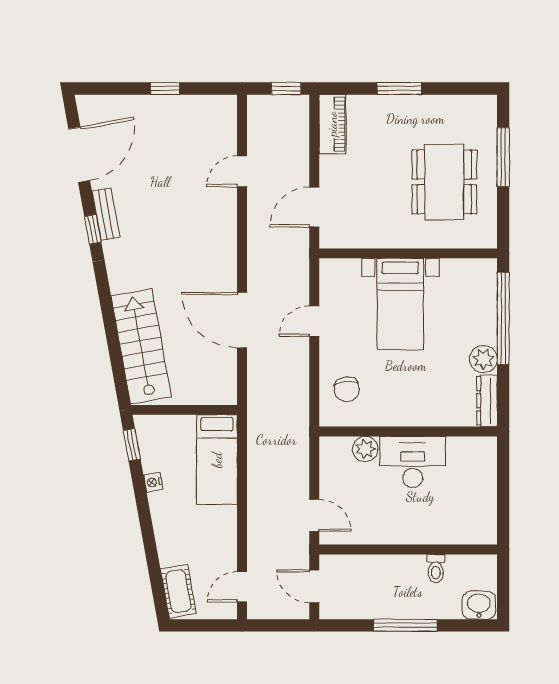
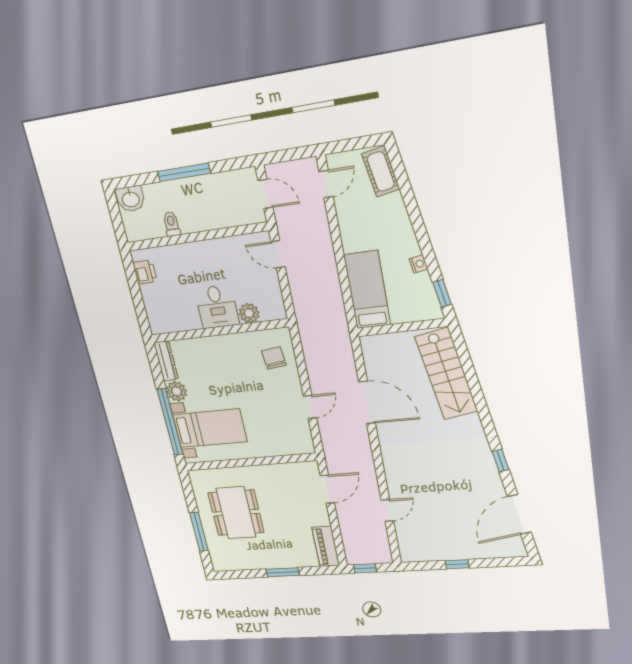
bench: (106, 214) -> (491, 473), removed
bed with nightstands: (400, 304) -> (210, 428), moved, turned 90
desk: (413, 462) -> (217, 307), width x0.73
printer: (485, 516) -> (145, 272), added

